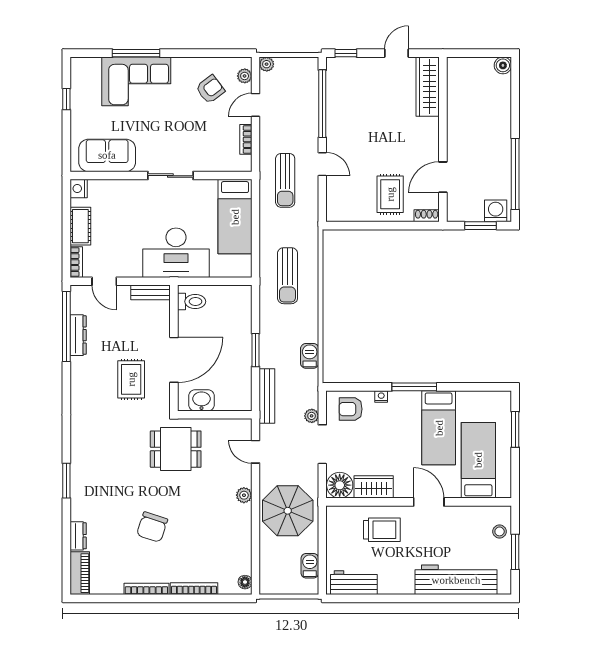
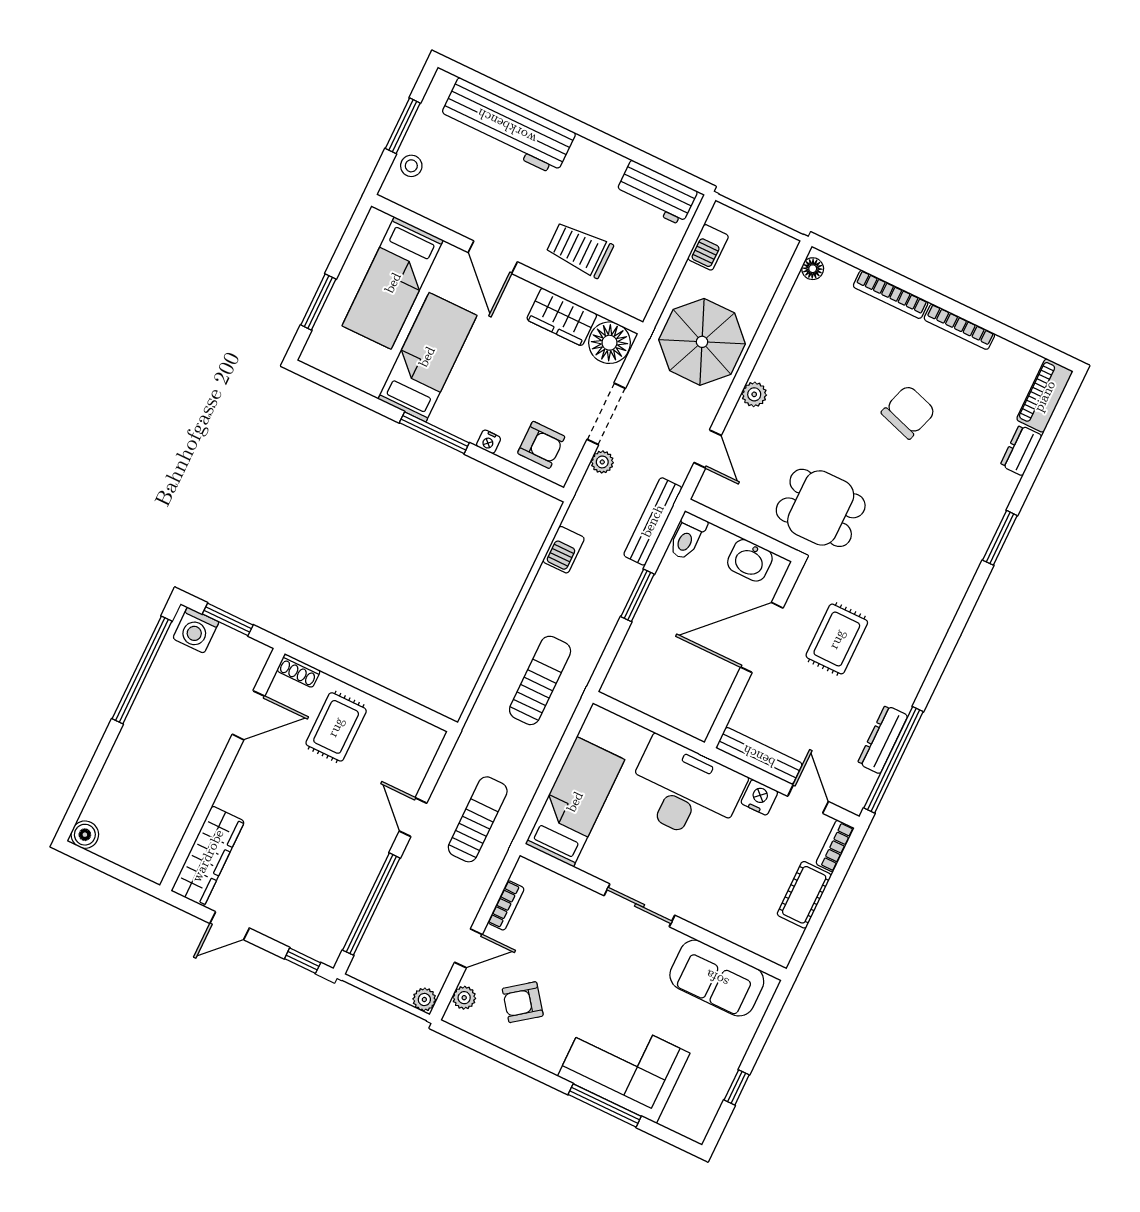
nightstand: (79, 189) -> (759, 797), moved, turned -90
bench: (151, 292) -> (759, 756), width x1.36
toilet: (192, 302) -> (687, 536), moved, turned -90

